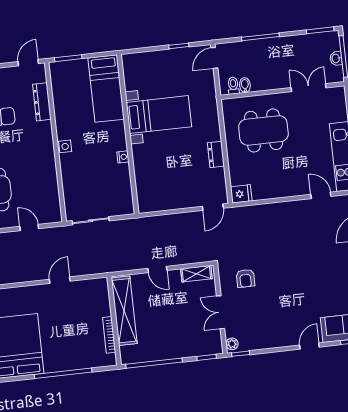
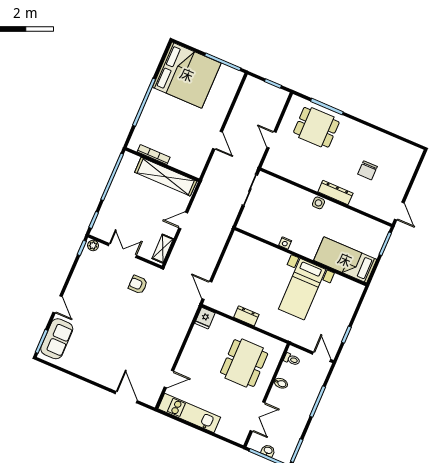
bidet: (245, 85) -> (281, 383), moved
dresser: (42, 102) -> (335, 193), moved
door: (29, 228) -> (271, 140), swing flipped

